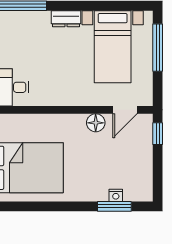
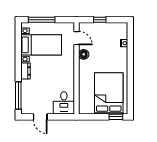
window: (158, 134) -> (100, 20), moved
window: (114, 206) -> (130, 44), removed

